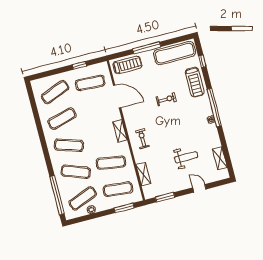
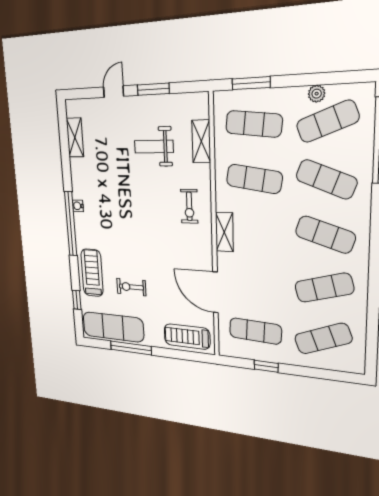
window: (147, 48) -> (131, 348), moved
exercise bike: (166, 99) -> (131, 287), moved
weight bench: (186, 157) -> (154, 147), moved
door: (199, 188) -> (114, 92), swing flipped
window: (165, 197) -> (153, 89), moved

